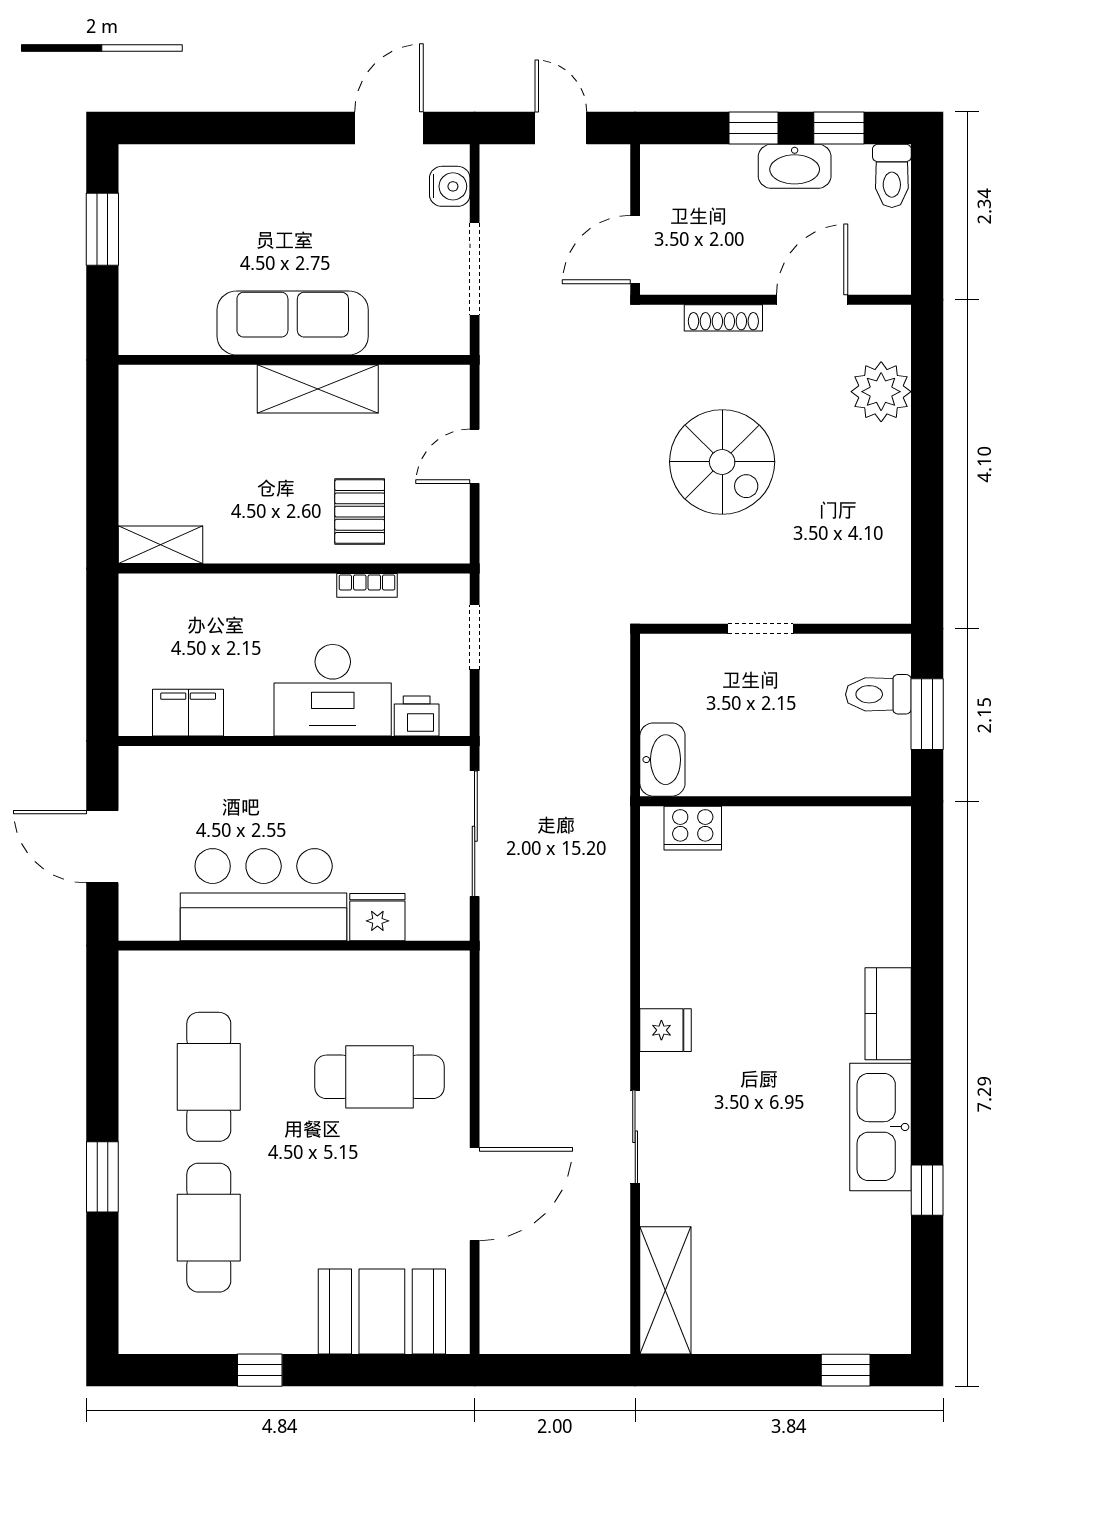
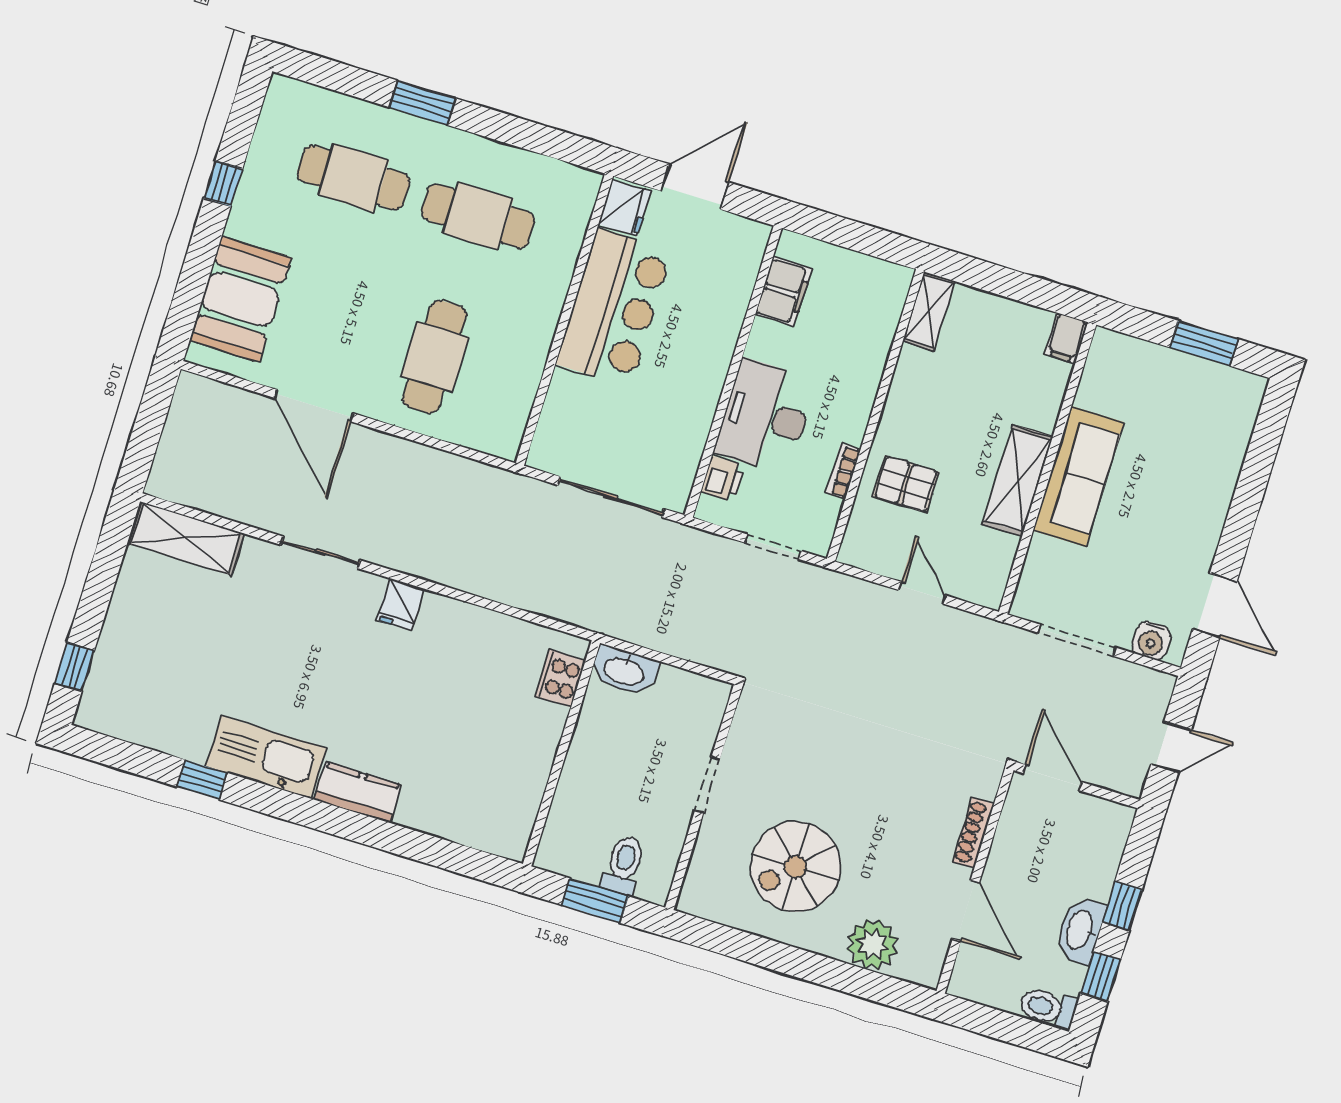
filing cabinet: (144, 384) -> (1066, 338), added
spiral stairs: (722, 462) -> (796, 867), moved
fridge: (377, 917) -> (625, 208), moved

